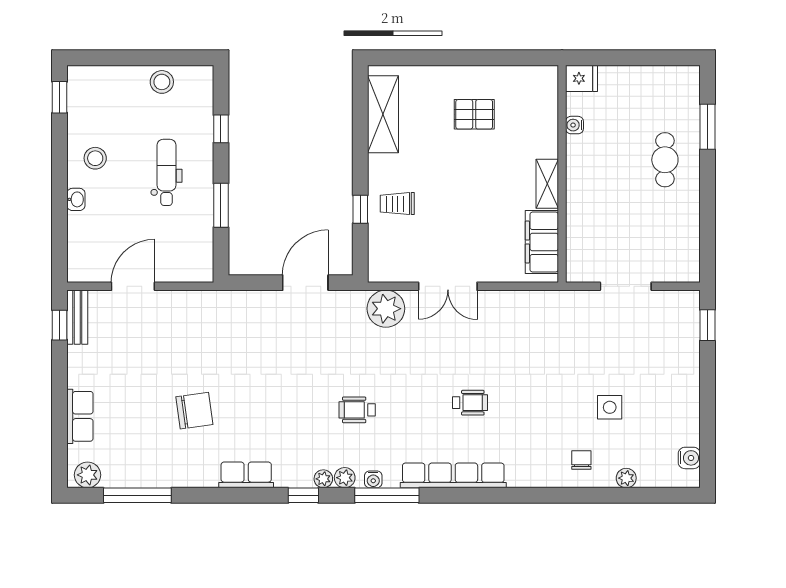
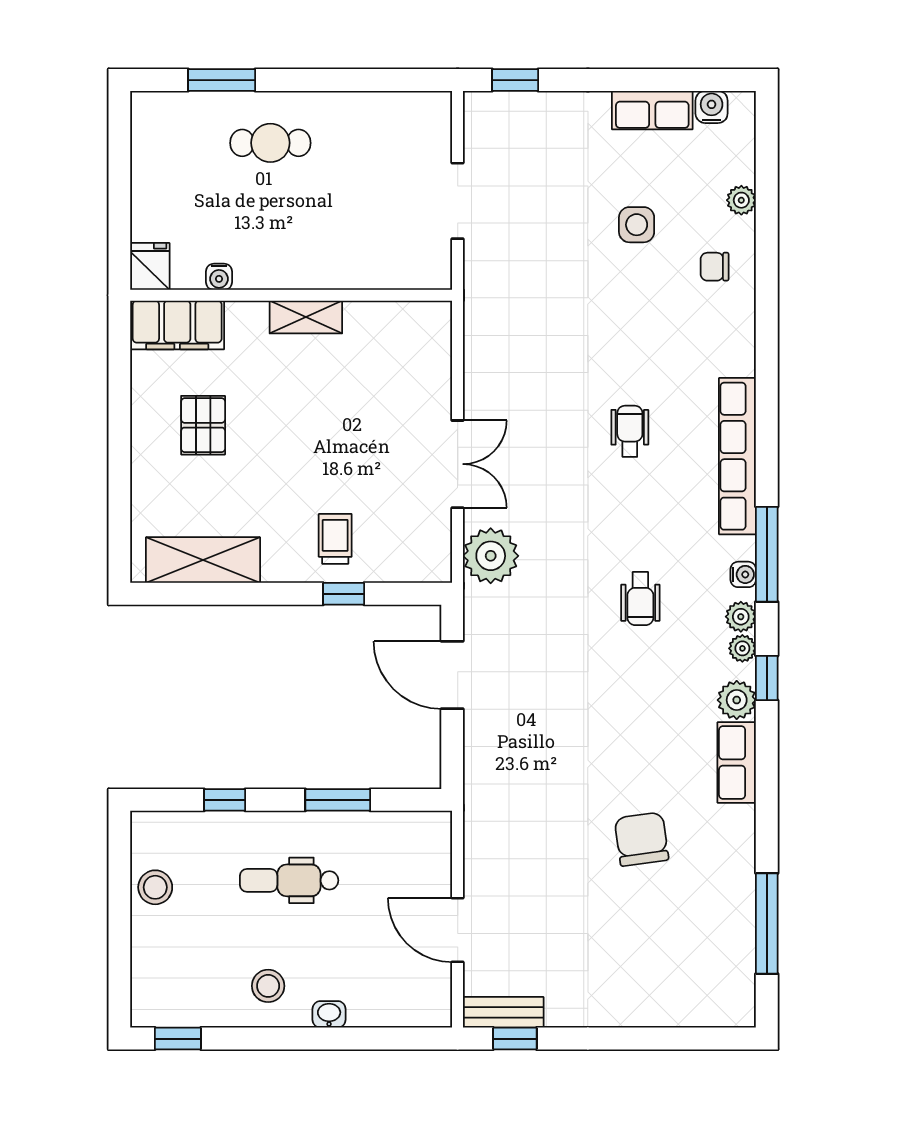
trolley: (397, 204) -> (335, 539), turned 180
filing cabinet: (542, 242) -> (177, 325), moved
row of seats: (80, 416) -> (652, 110), moved, turned 180
plant: (88, 475) -> (737, 700), moved

